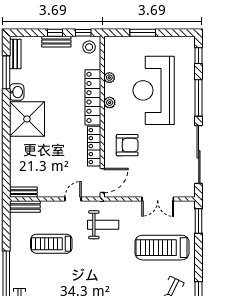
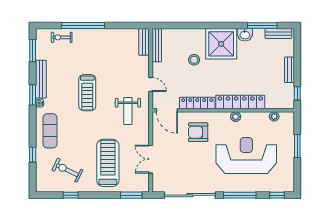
window: (55, 33) -> (297, 69), removed
stool: (89, 47) -> (194, 60), moved
plant: (109, 78) -> (274, 116), moved
armchair: (127, 145) -> (198, 132), turned 90
bench: (23, 192) -> (157, 45), width x1.36
treadmill: (51, 244) -> (87, 93), moved, turned 180

